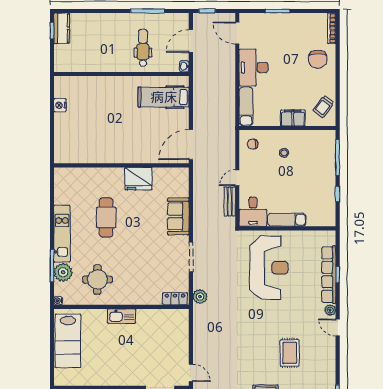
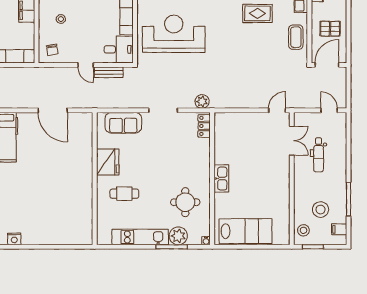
wall: (121, 165) -> (95, 179), moved
fridge: (138, 179) -> (108, 162), moved
cafe table: (106, 217) -> (124, 194), width x0.73, depth x0.74

